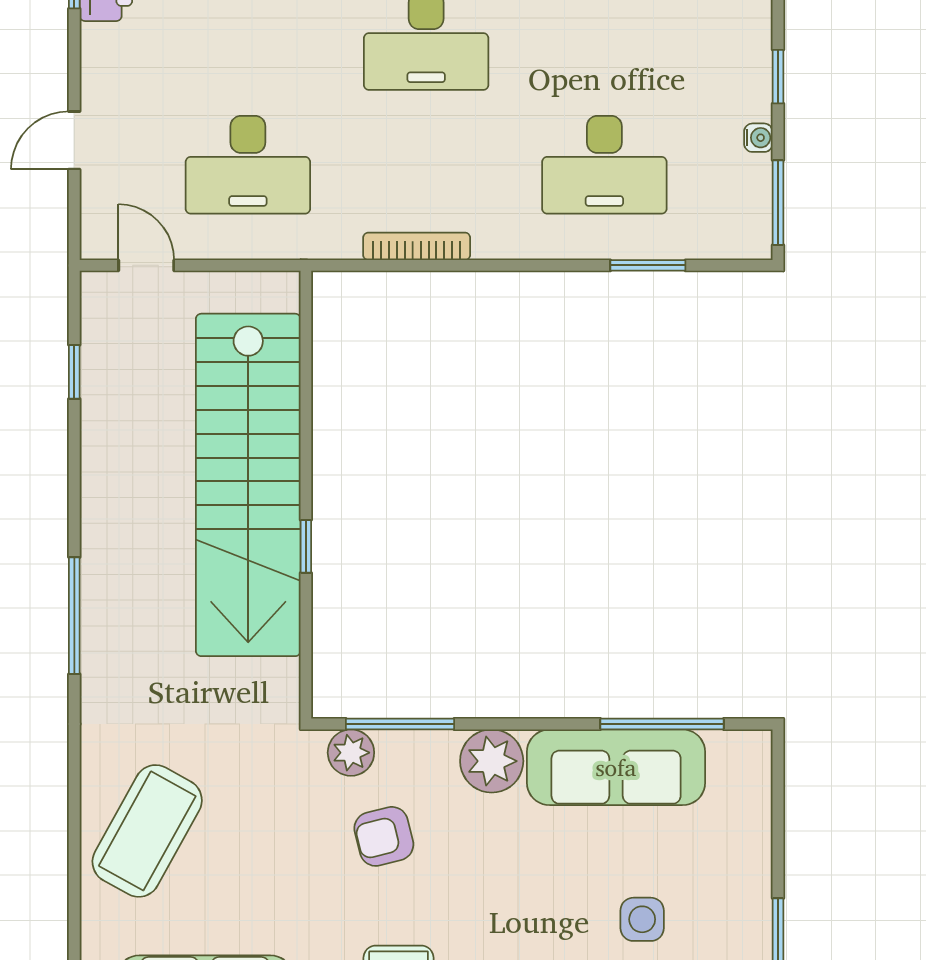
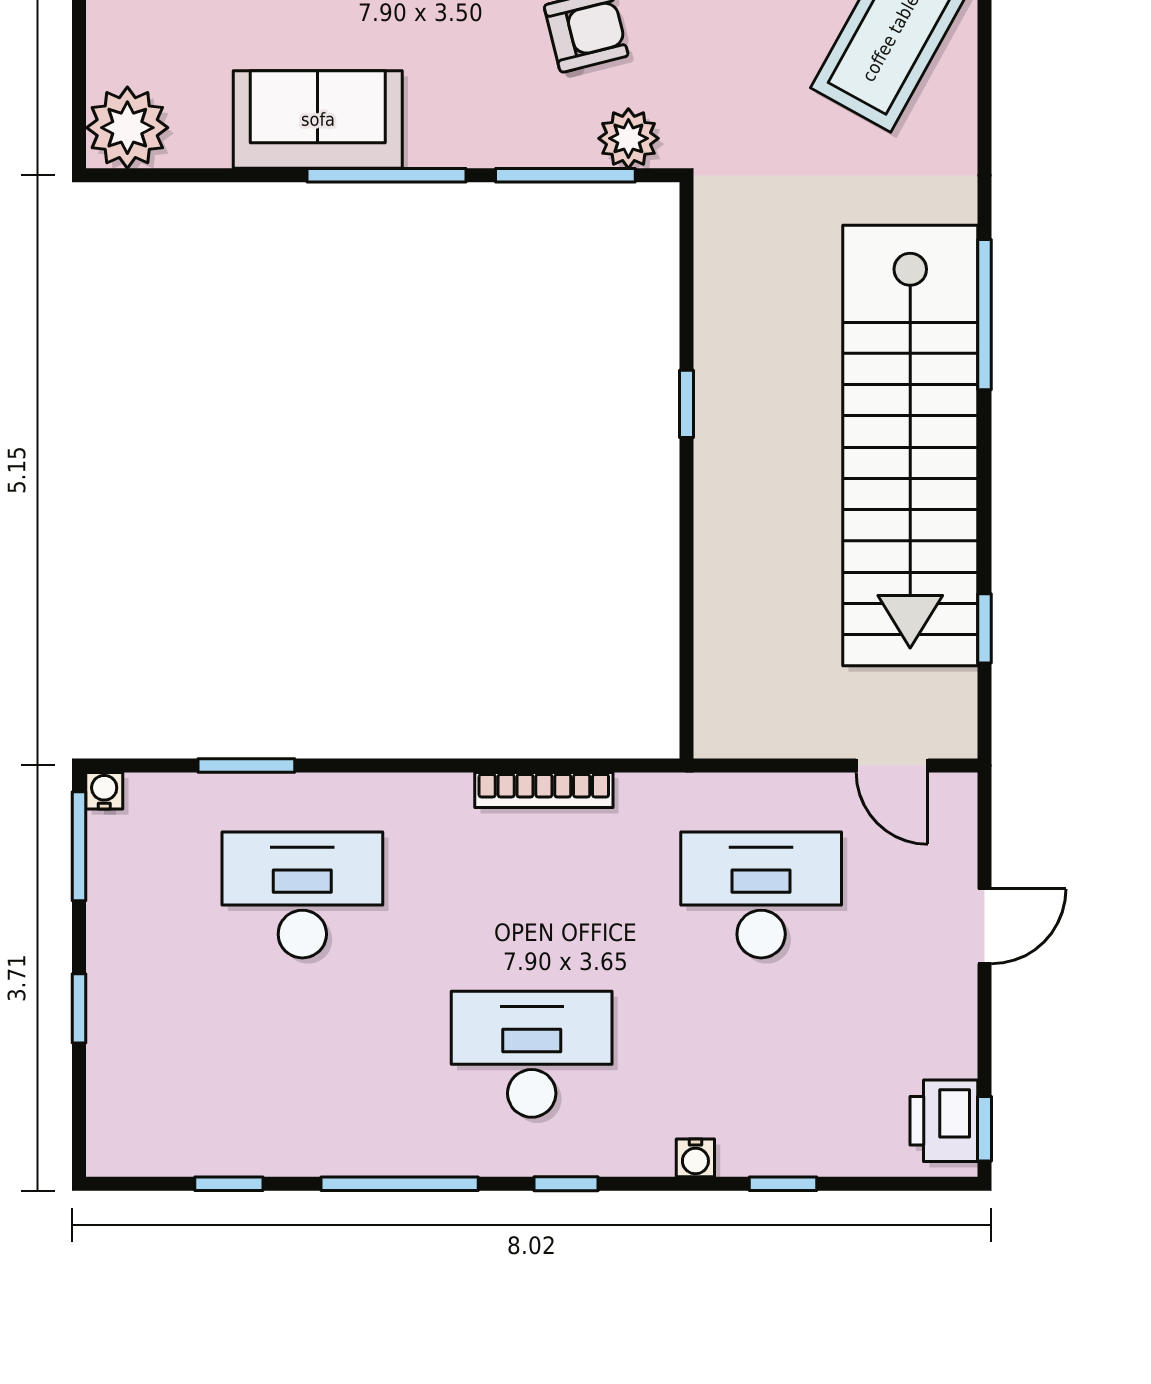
water cooler: (758, 138) -> (104, 791), moved, turned 90
stairs: (248, 485) -> (910, 446), moved, turned 180
window: (662, 724) -> (387, 175), moved
plant: (492, 761) -> (127, 128), moved
sofa: (616, 767) -> (318, 120), width x0.73

